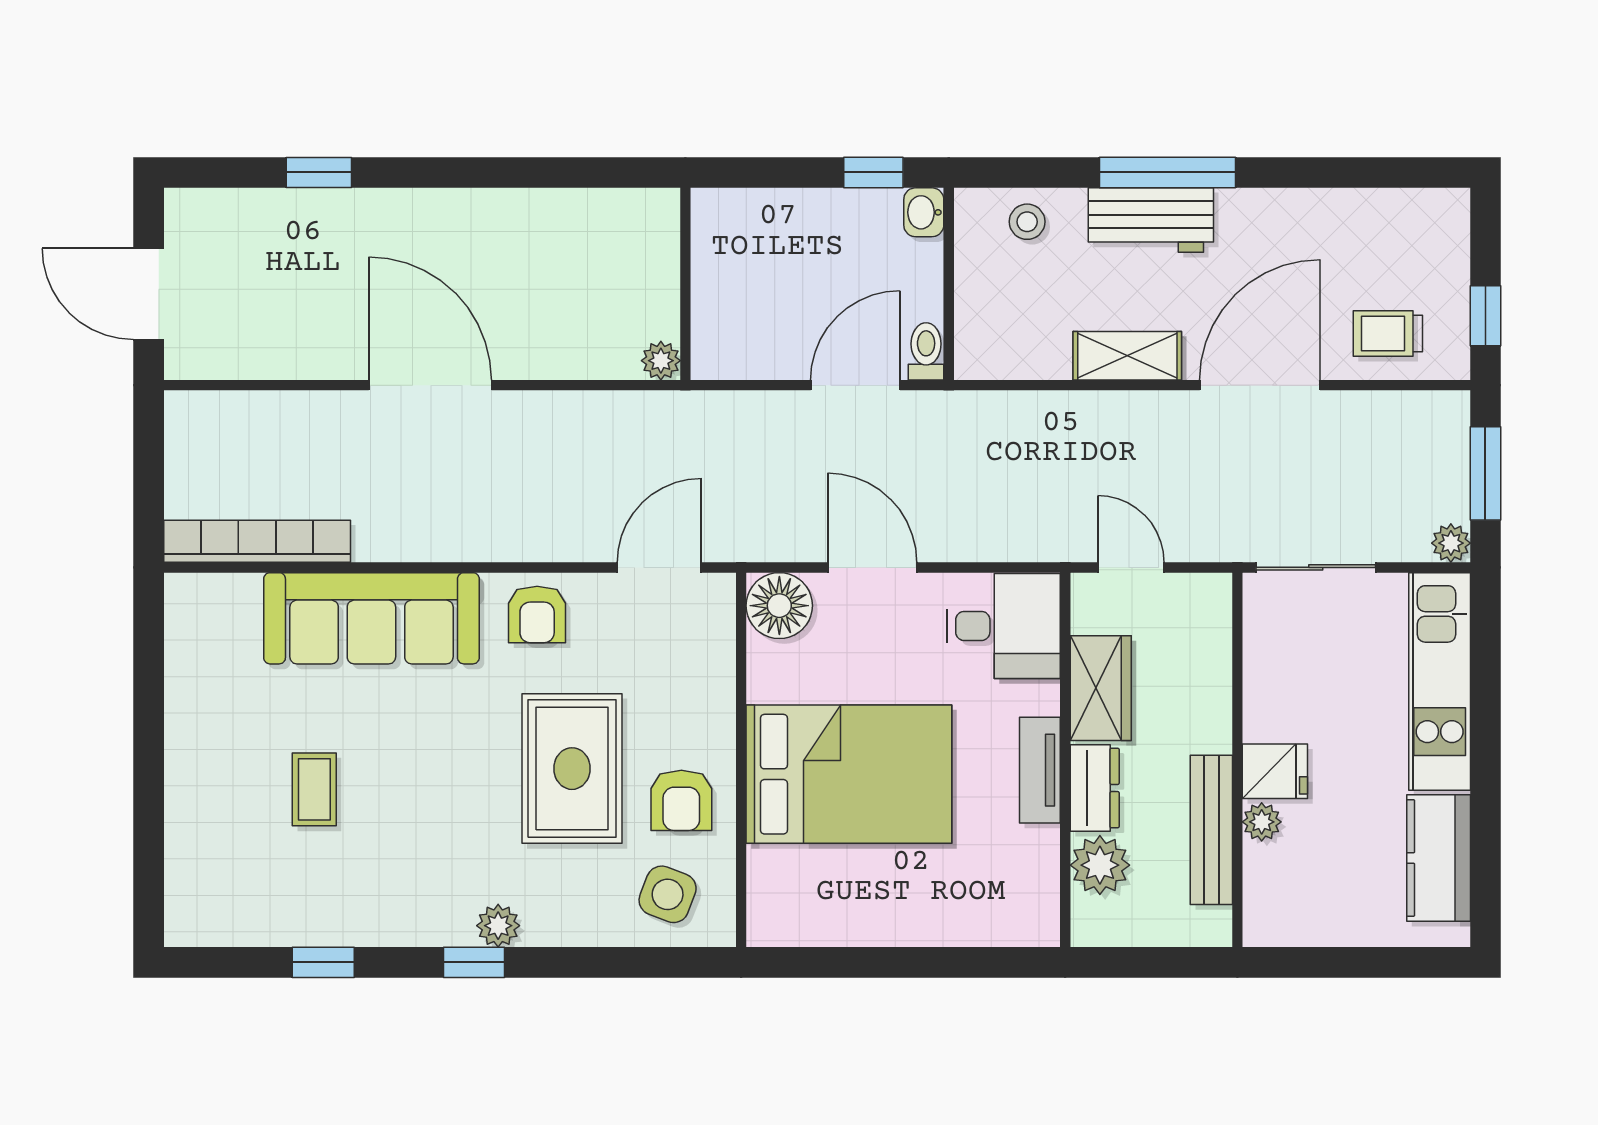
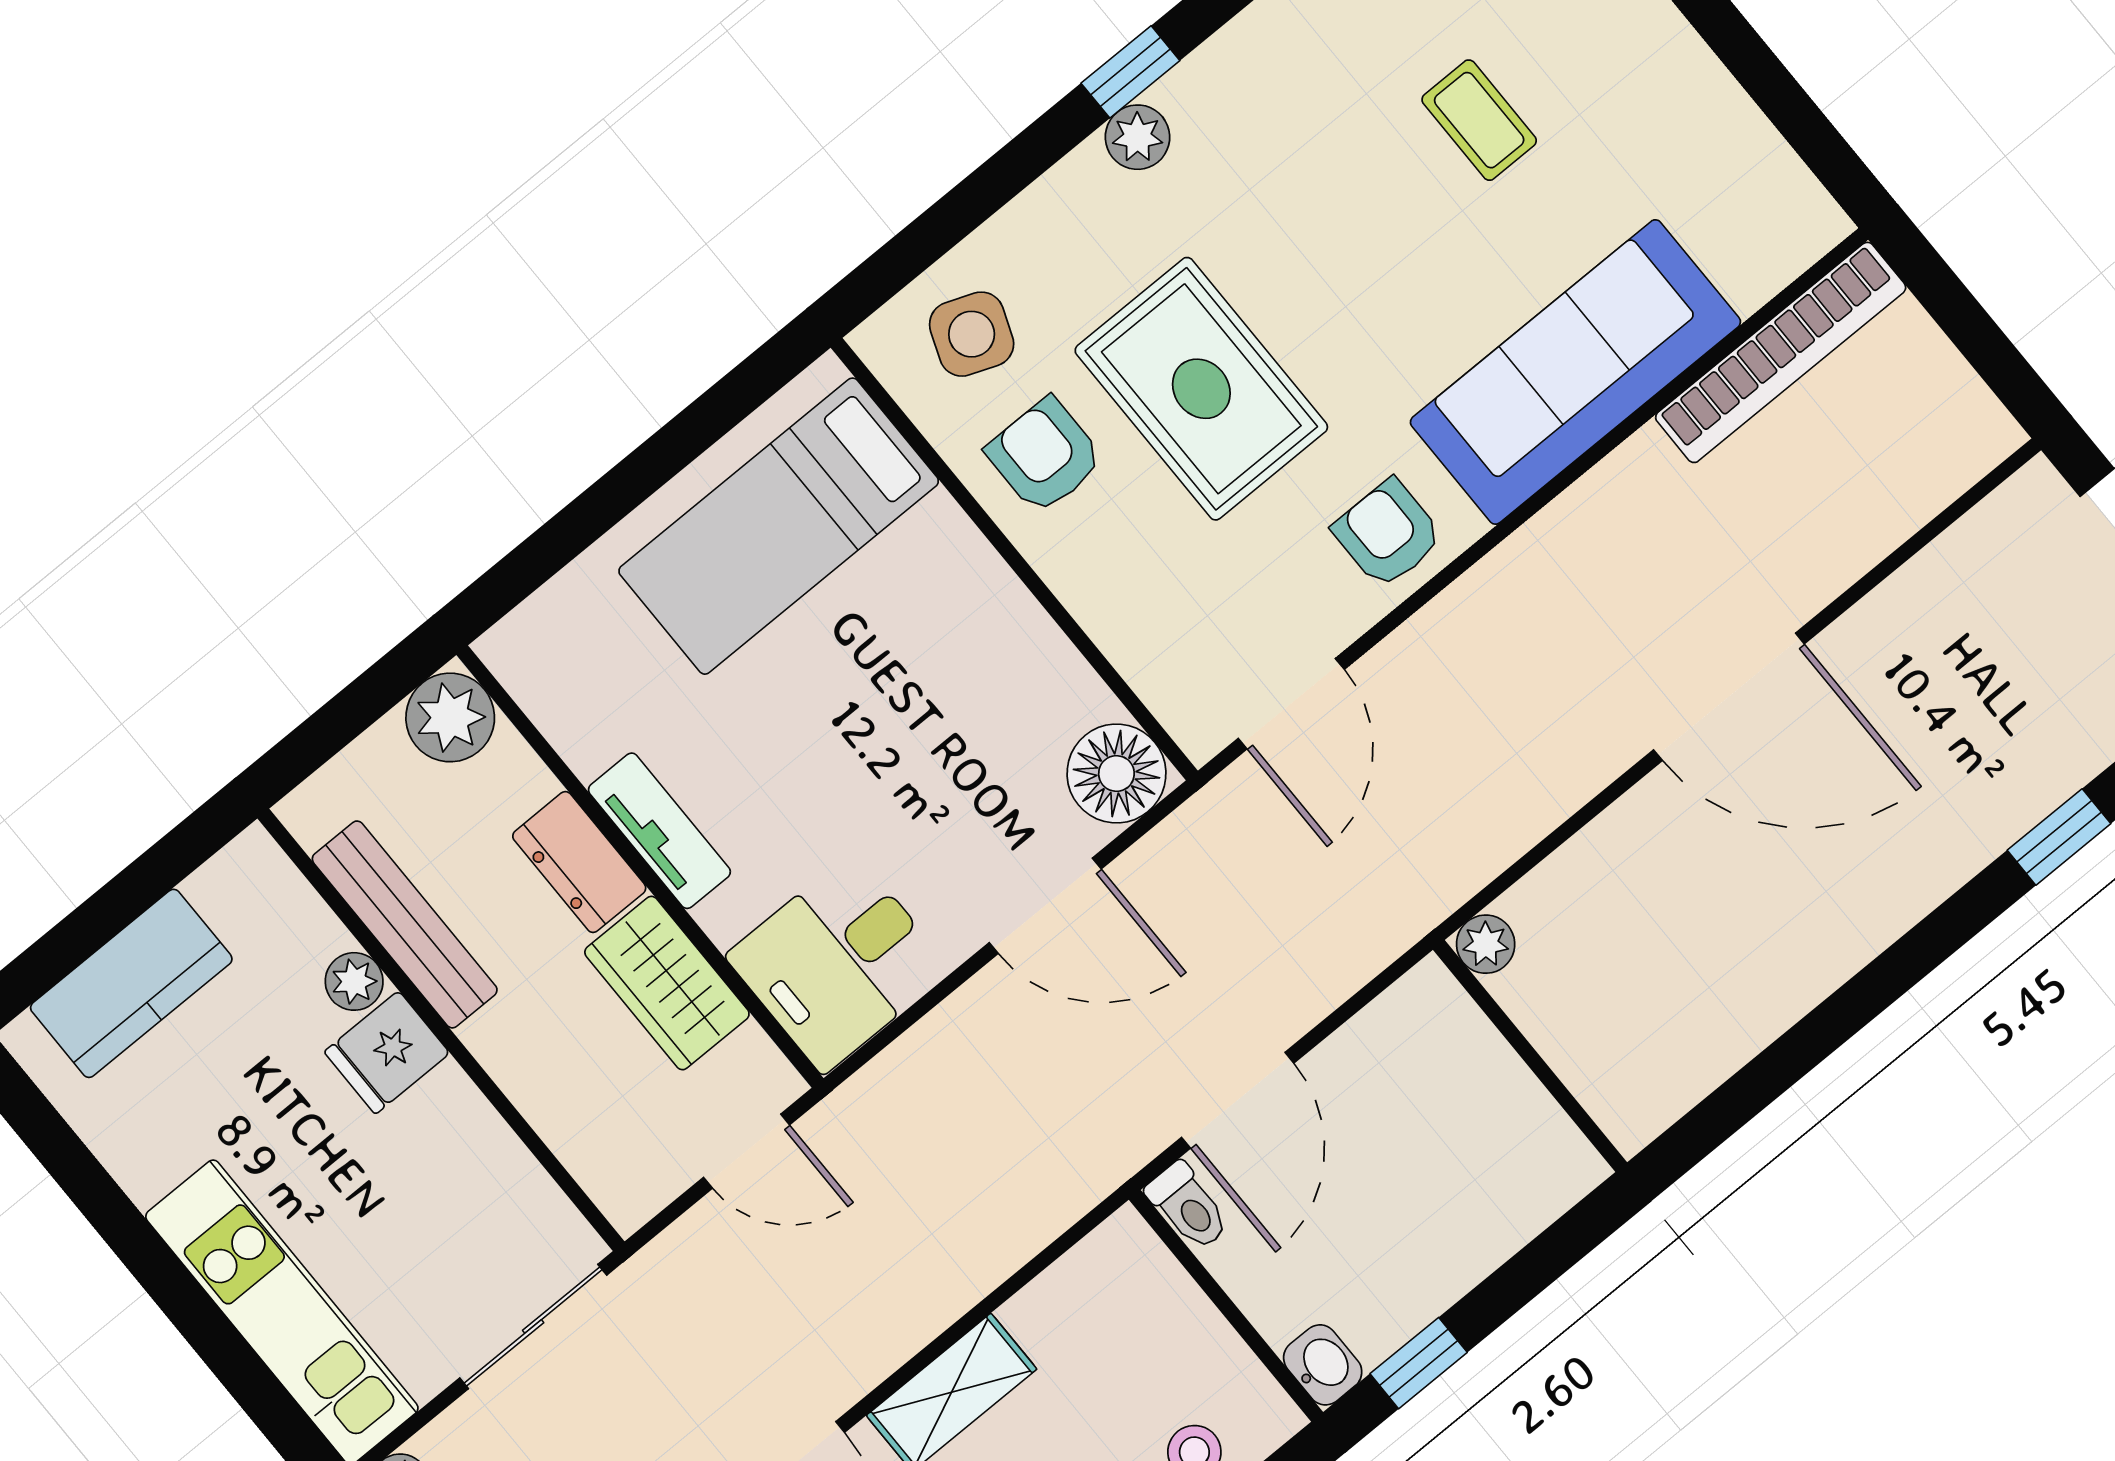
bed: (849, 774) -> (779, 526), moved, width x0.67
kitchen counter: (1439, 858) -> (131, 983), moved, turned 90
plant: (1100, 865) -> (450, 717), moved

